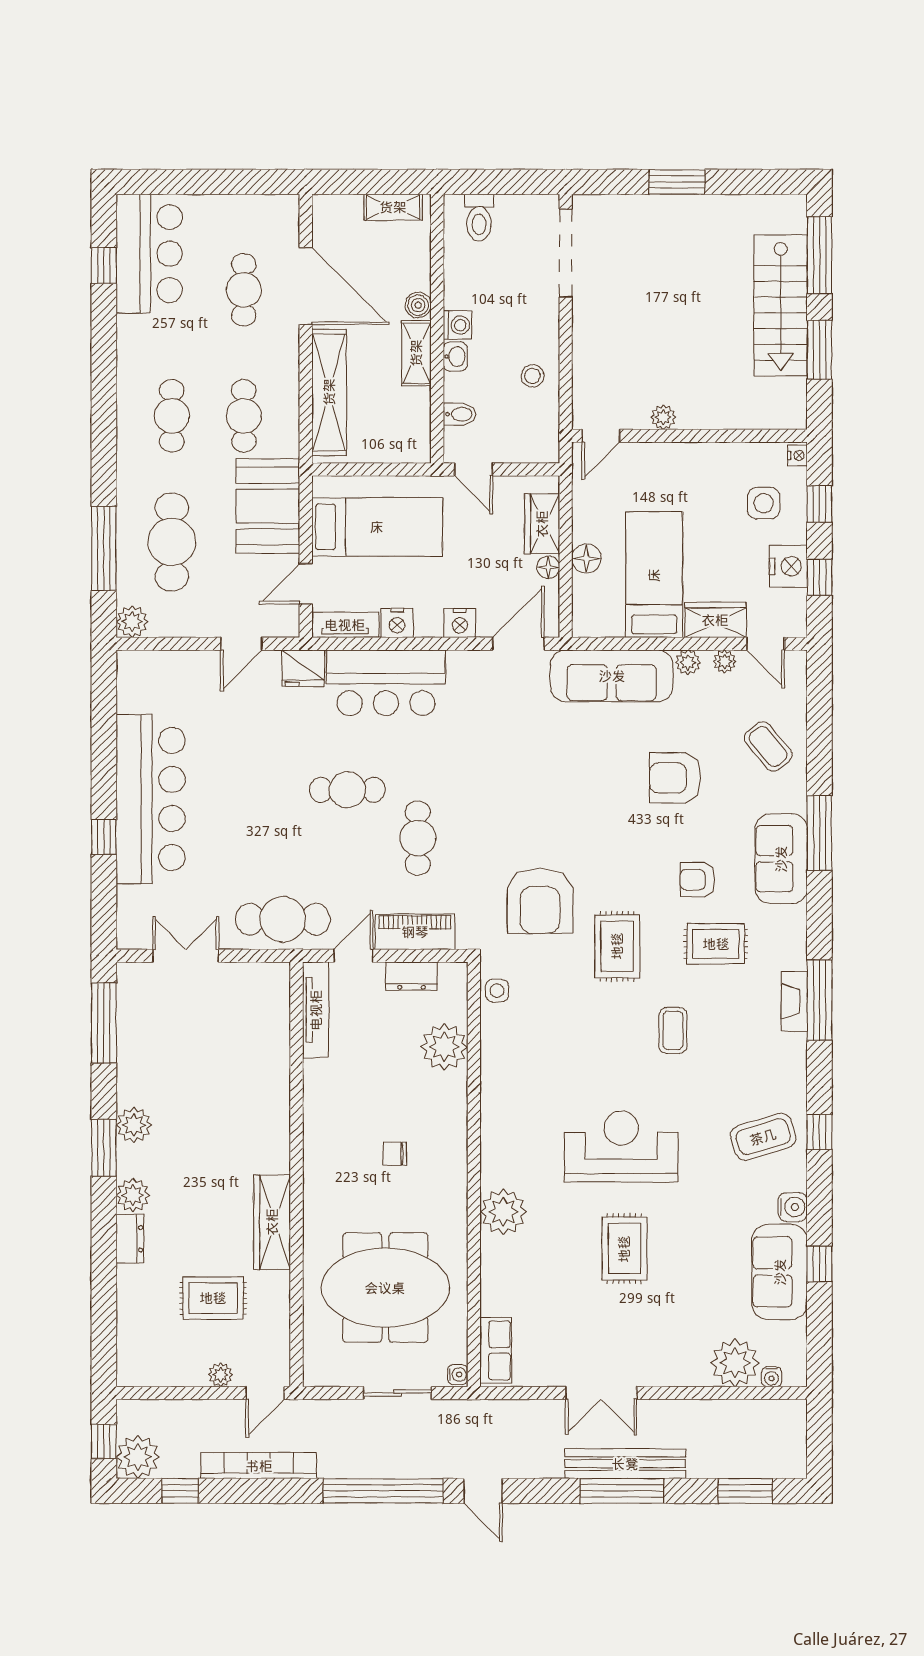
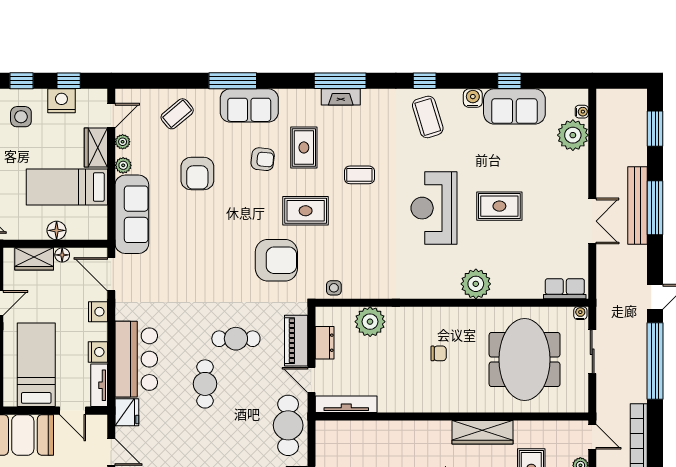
armchair: (697, 880) -> (263, 159), turned -84
chair: (395, 1154) -> (439, 353), turned -90

